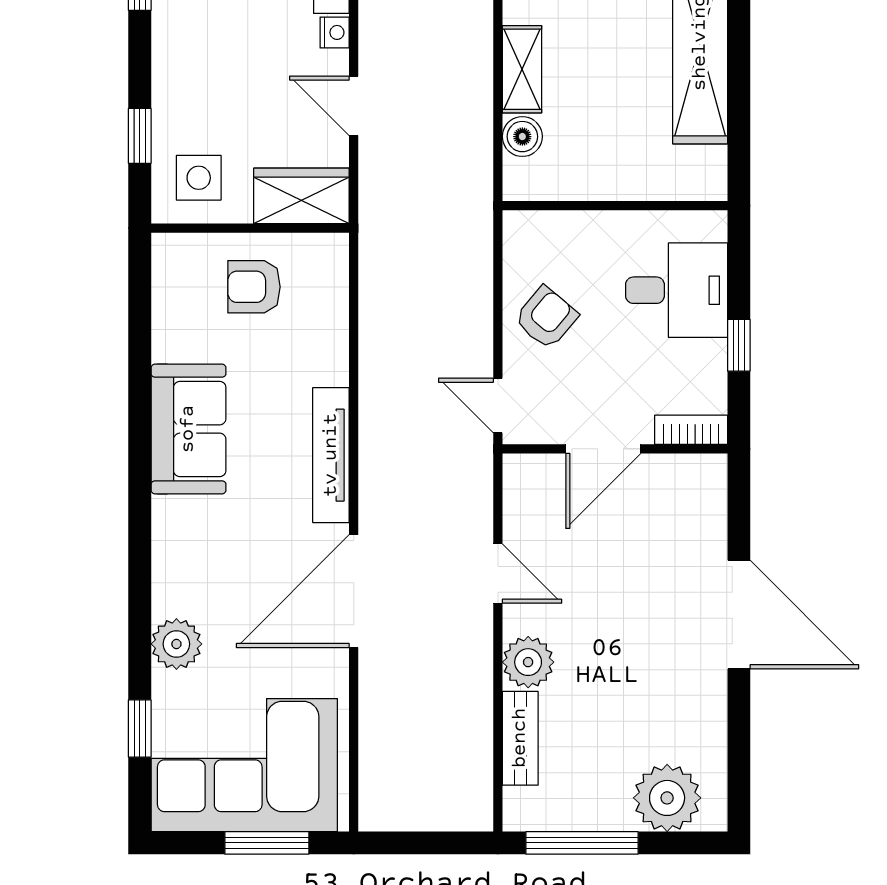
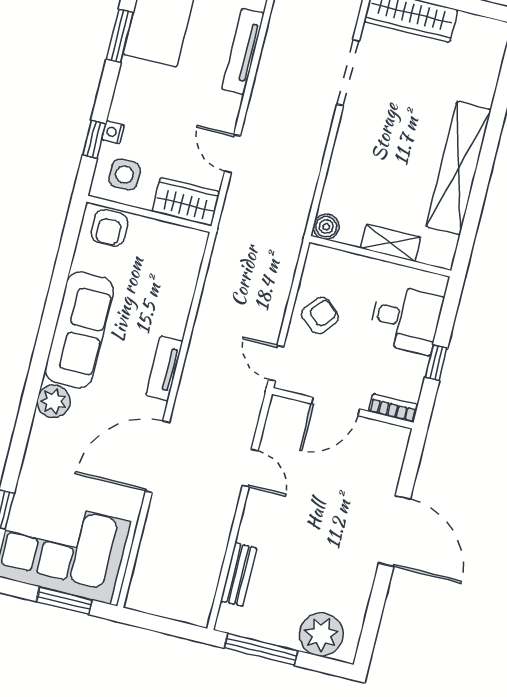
nightstand: (335, 32) -> (113, 132), moved, turned 180
shelving: (522, 69) -> (390, 243), moved, turned 90
boiler: (522, 137) -> (326, 227), moved
armchair: (254, 287) -> (110, 228), moved, turned -90
sofa: (188, 429) -> (79, 330), width x1.36
tv unit: (331, 455) -> (164, 368), width x0.71
plant: (176, 644) -> (54, 401), moved
plant: (528, 662) -> (255, 528), removed

